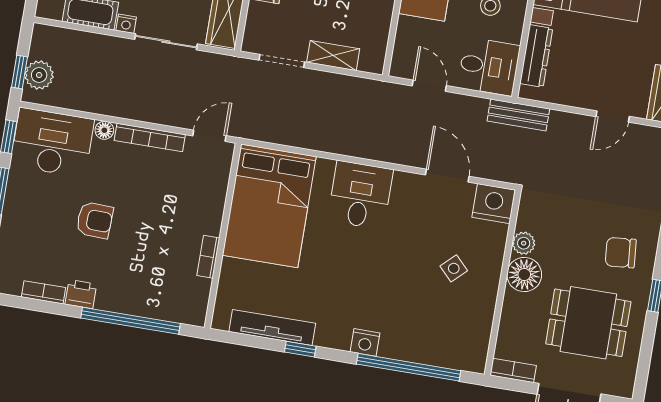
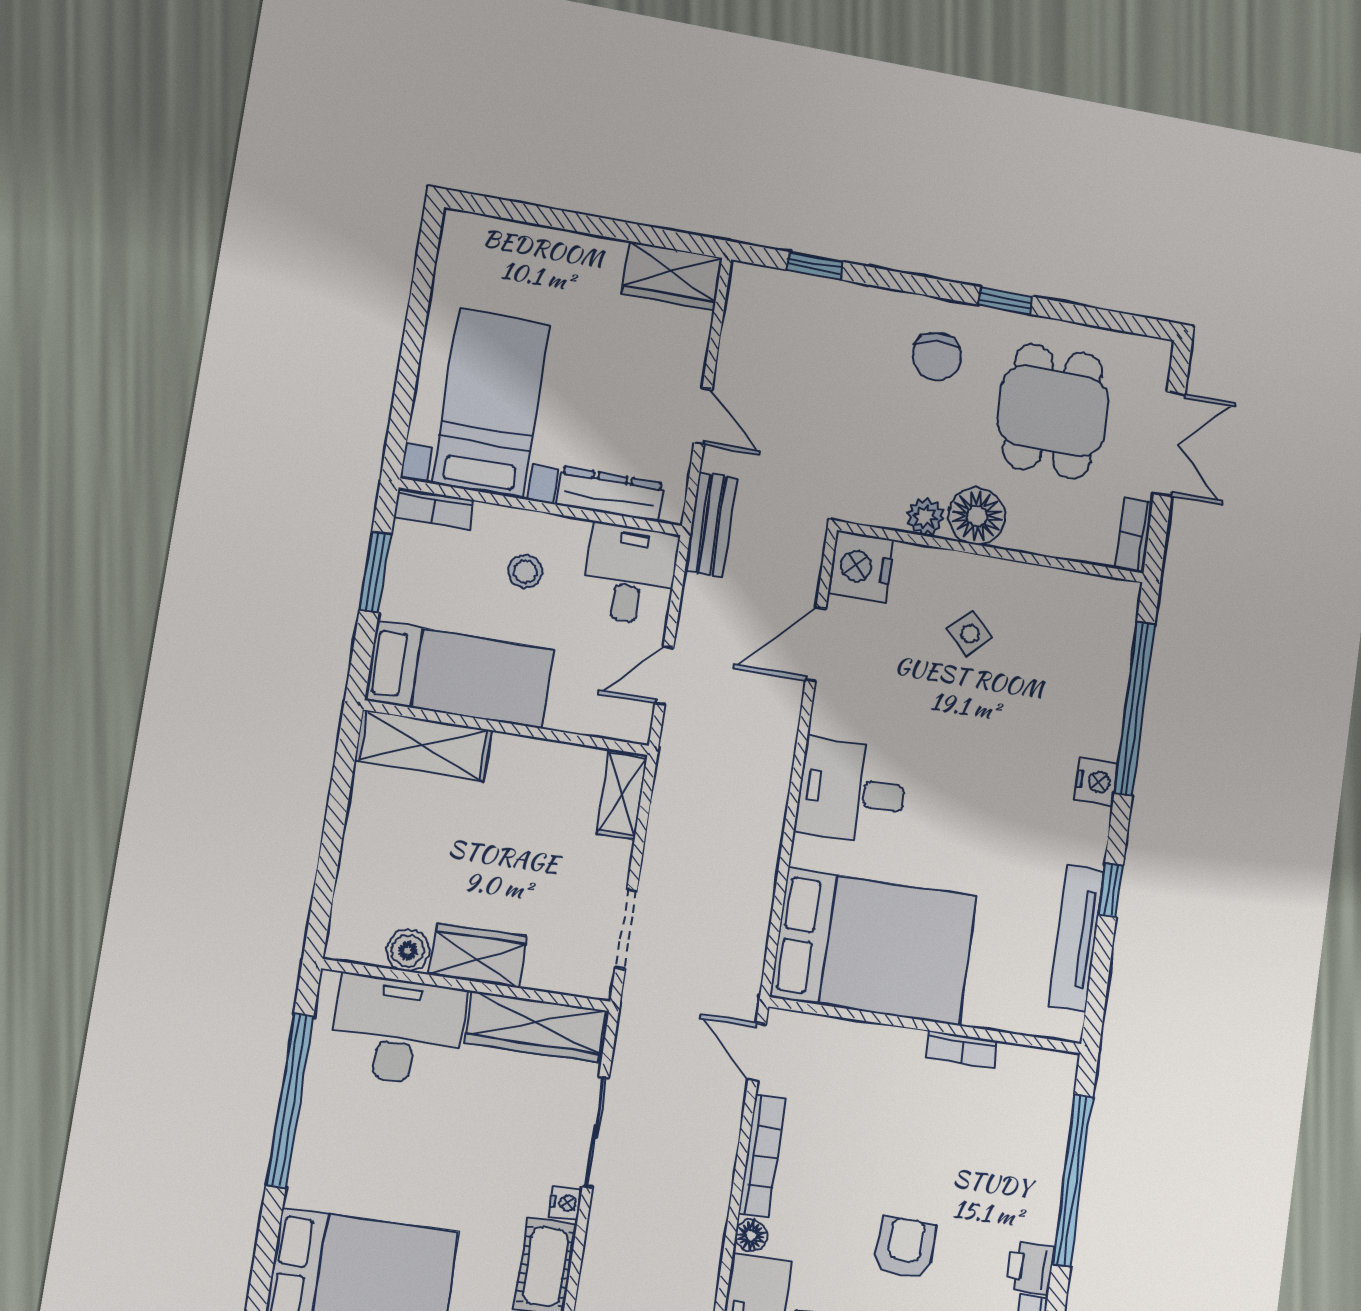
shelving: (333, 56) -> (622, 794), moved
door: (613, 116) -> (703, 416), moved

